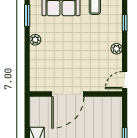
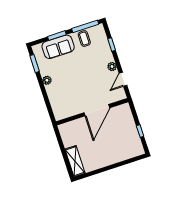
door: (125, 80) -> (123, 79), moved
door: (68, 94) -> (97, 110), moved

